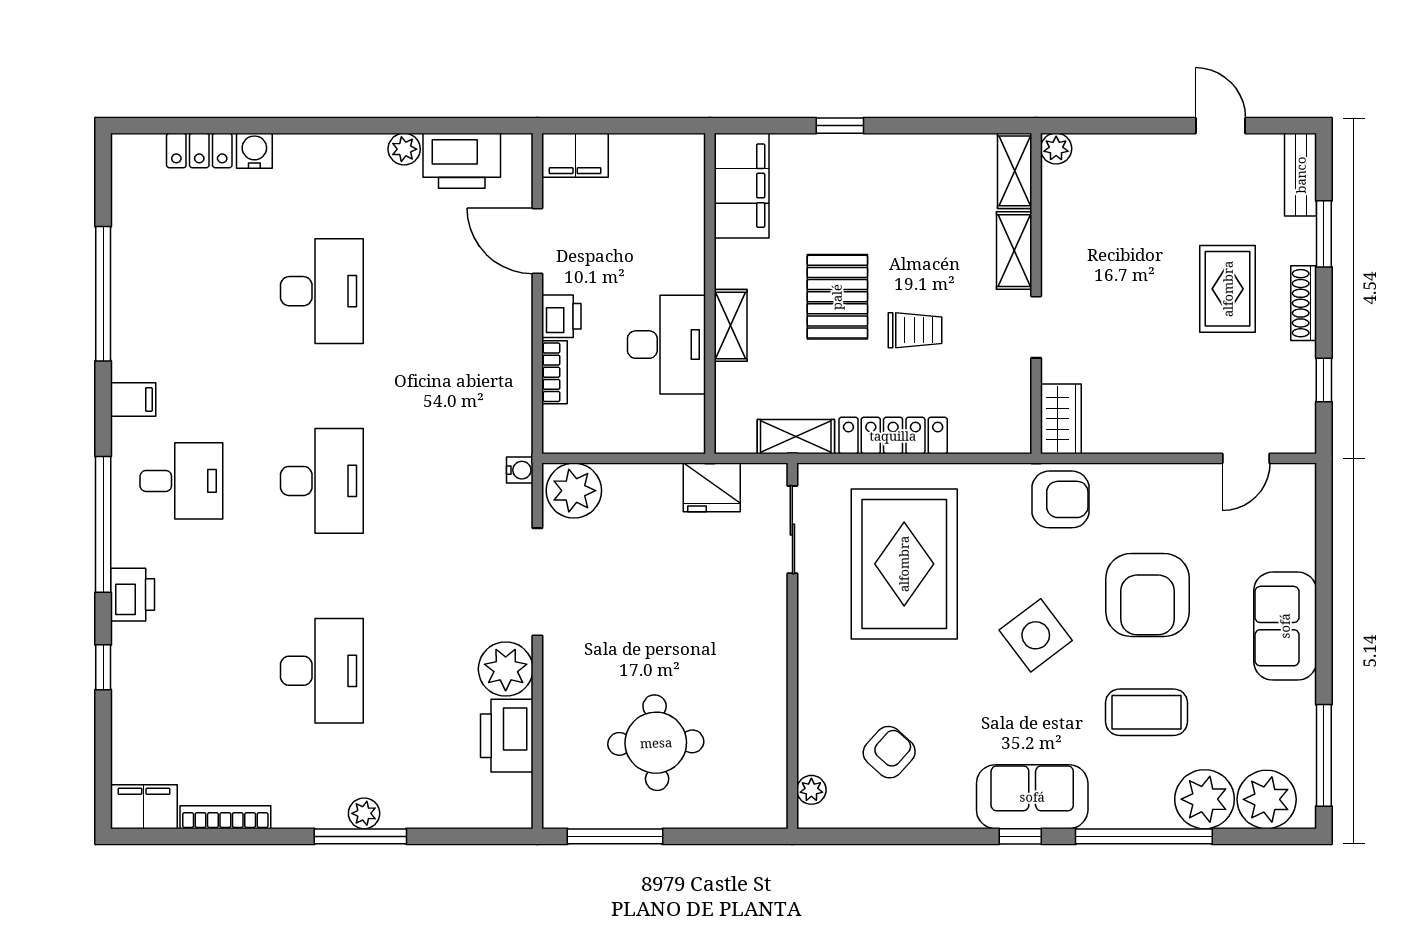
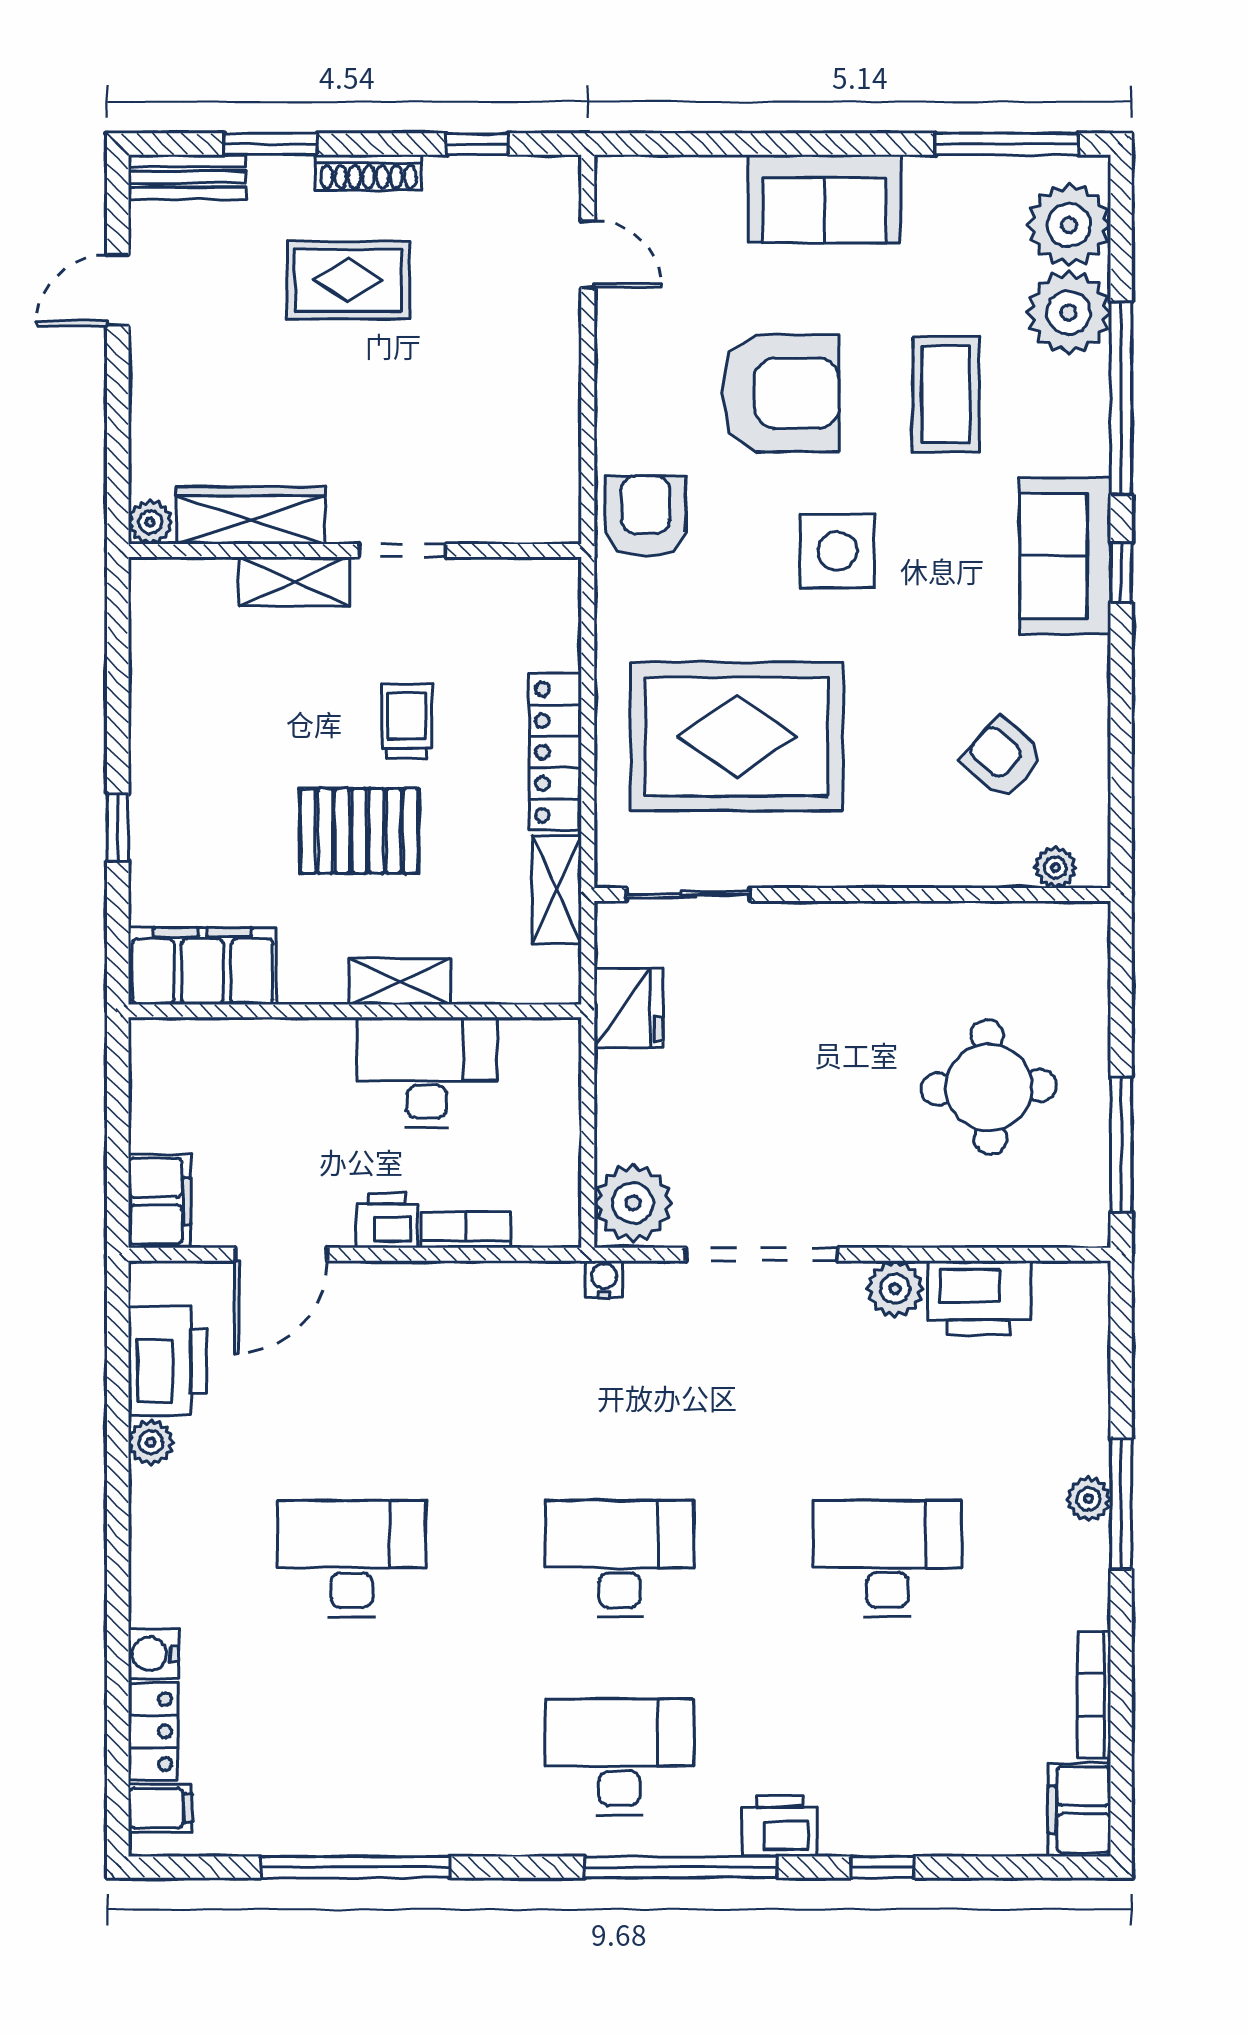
shelving: (1015, 171) -> (182, 581), removed
filing cabinet: (133, 399) -> (160, 1808), moved, turned 90
wardrobe: (1061, 419) -> (250, 515), moved, width x1.50
desk: (181, 481) -> (619, 1757), width x1.37
side table: (1036, 635) -> (837, 551), turned 37
plant: (506, 669) -> (895, 1289), width x0.73, depth x0.73

